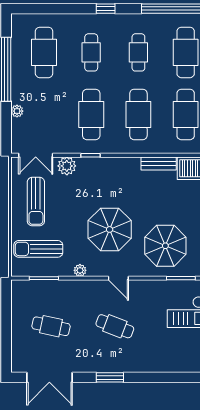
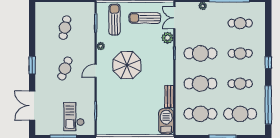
cafe table: (44, 52) -> (240, 23), width x0.73, depth x0.74
parasol: (165, 246) -> (116, 101), removed
double door: (49, 377) -> (32, 106), moved

